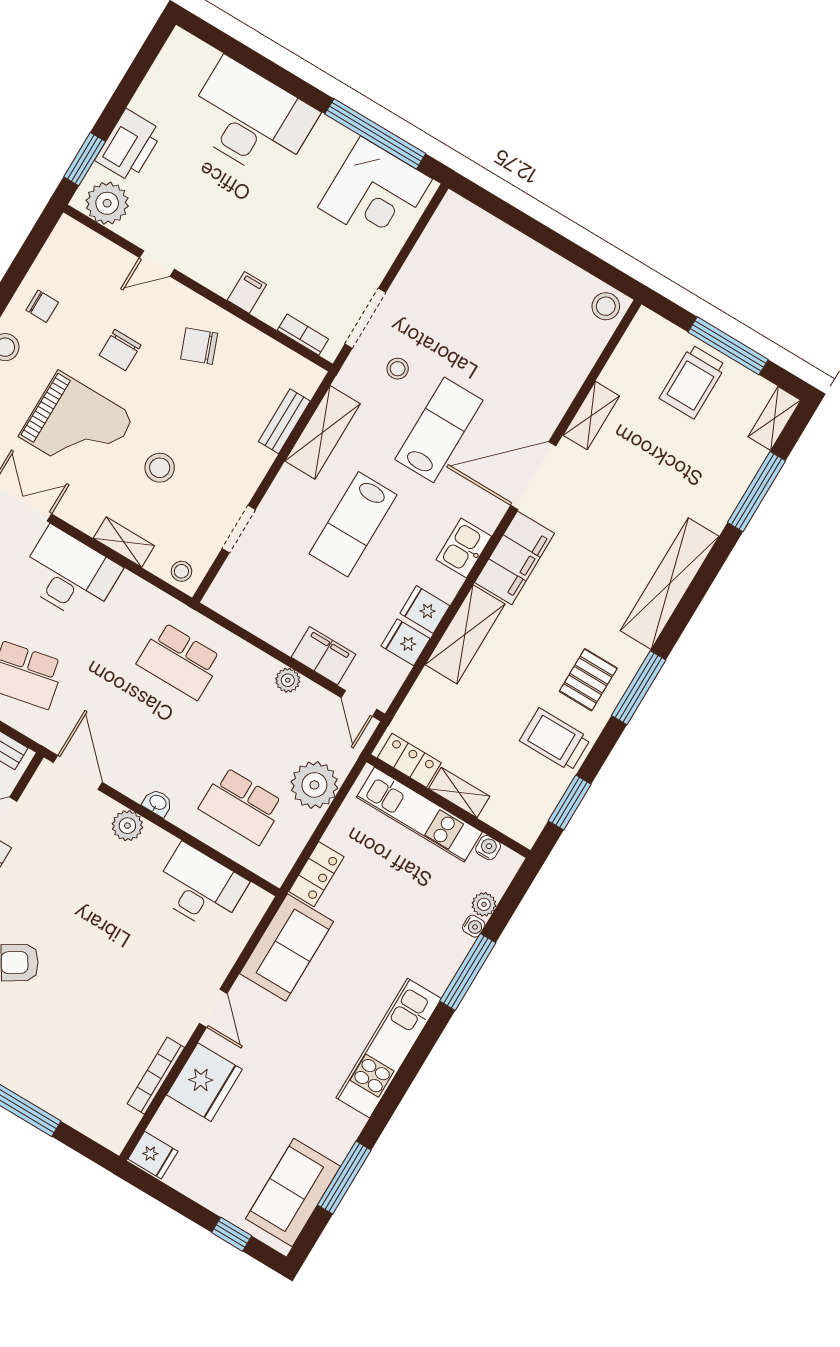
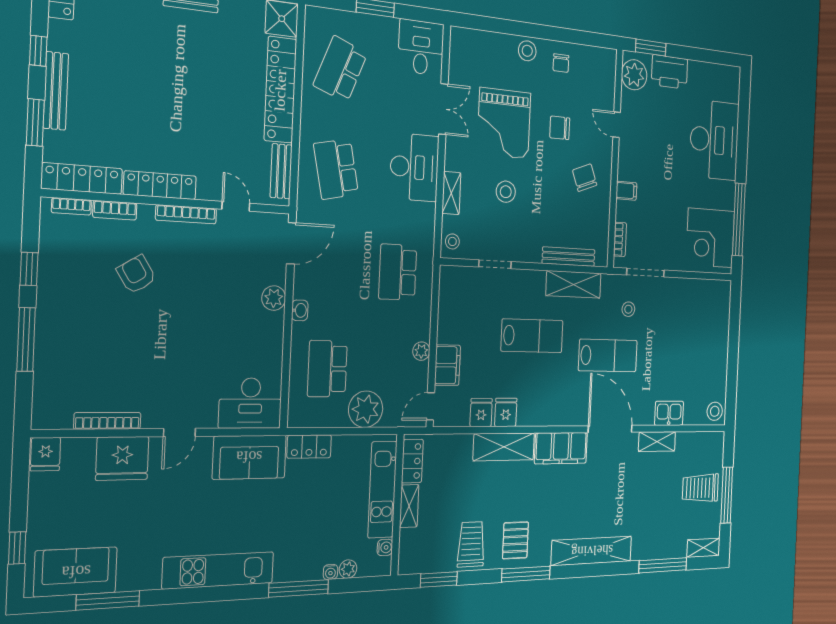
bench: (284, 421) -> (569, 257), width x1.36
lab bench: (353, 524) -> (532, 336), turned 180
kitchen sink: (464, 548) -> (669, 413), moved
pallet: (588, 680) -> (515, 540), turned 90
desk: (200, 888) -> (250, 403), moved, turned 90

